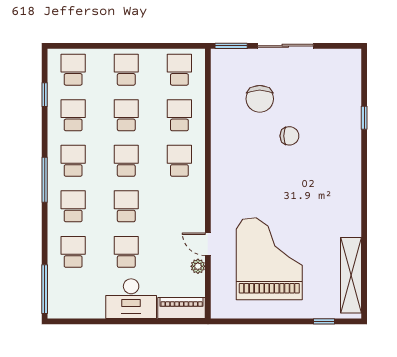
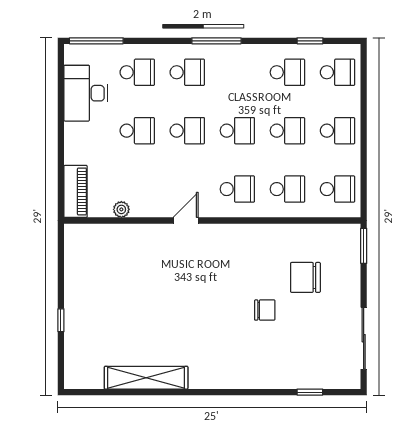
sliding door: (285, 46) -> (364, 338), moved
window: (364, 118) -> (310, 392), moved
chair: (289, 136) -> (265, 310), turned -90
school desk: (73, 161) -> (237, 72), removed
door: (208, 244) -> (186, 220), moved
grand piano: (269, 259) -> (130, 288), removed
shelving: (351, 275) -> (146, 378), moved
desk: (131, 299) -> (86, 93), moved
window: (324, 321) -> (61, 320), moved

